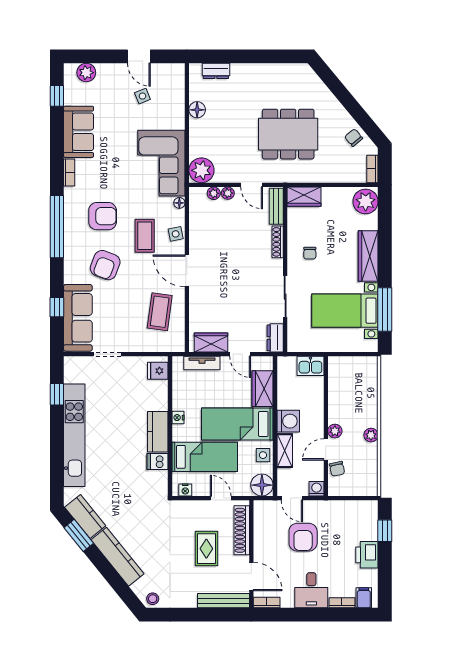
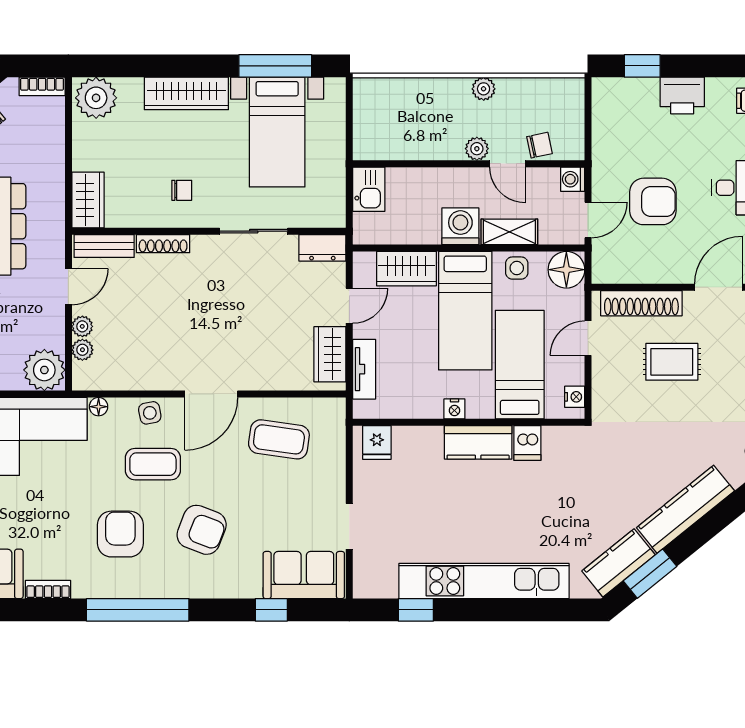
sofa: (78, 318) -> (304, 575), width x0.73

